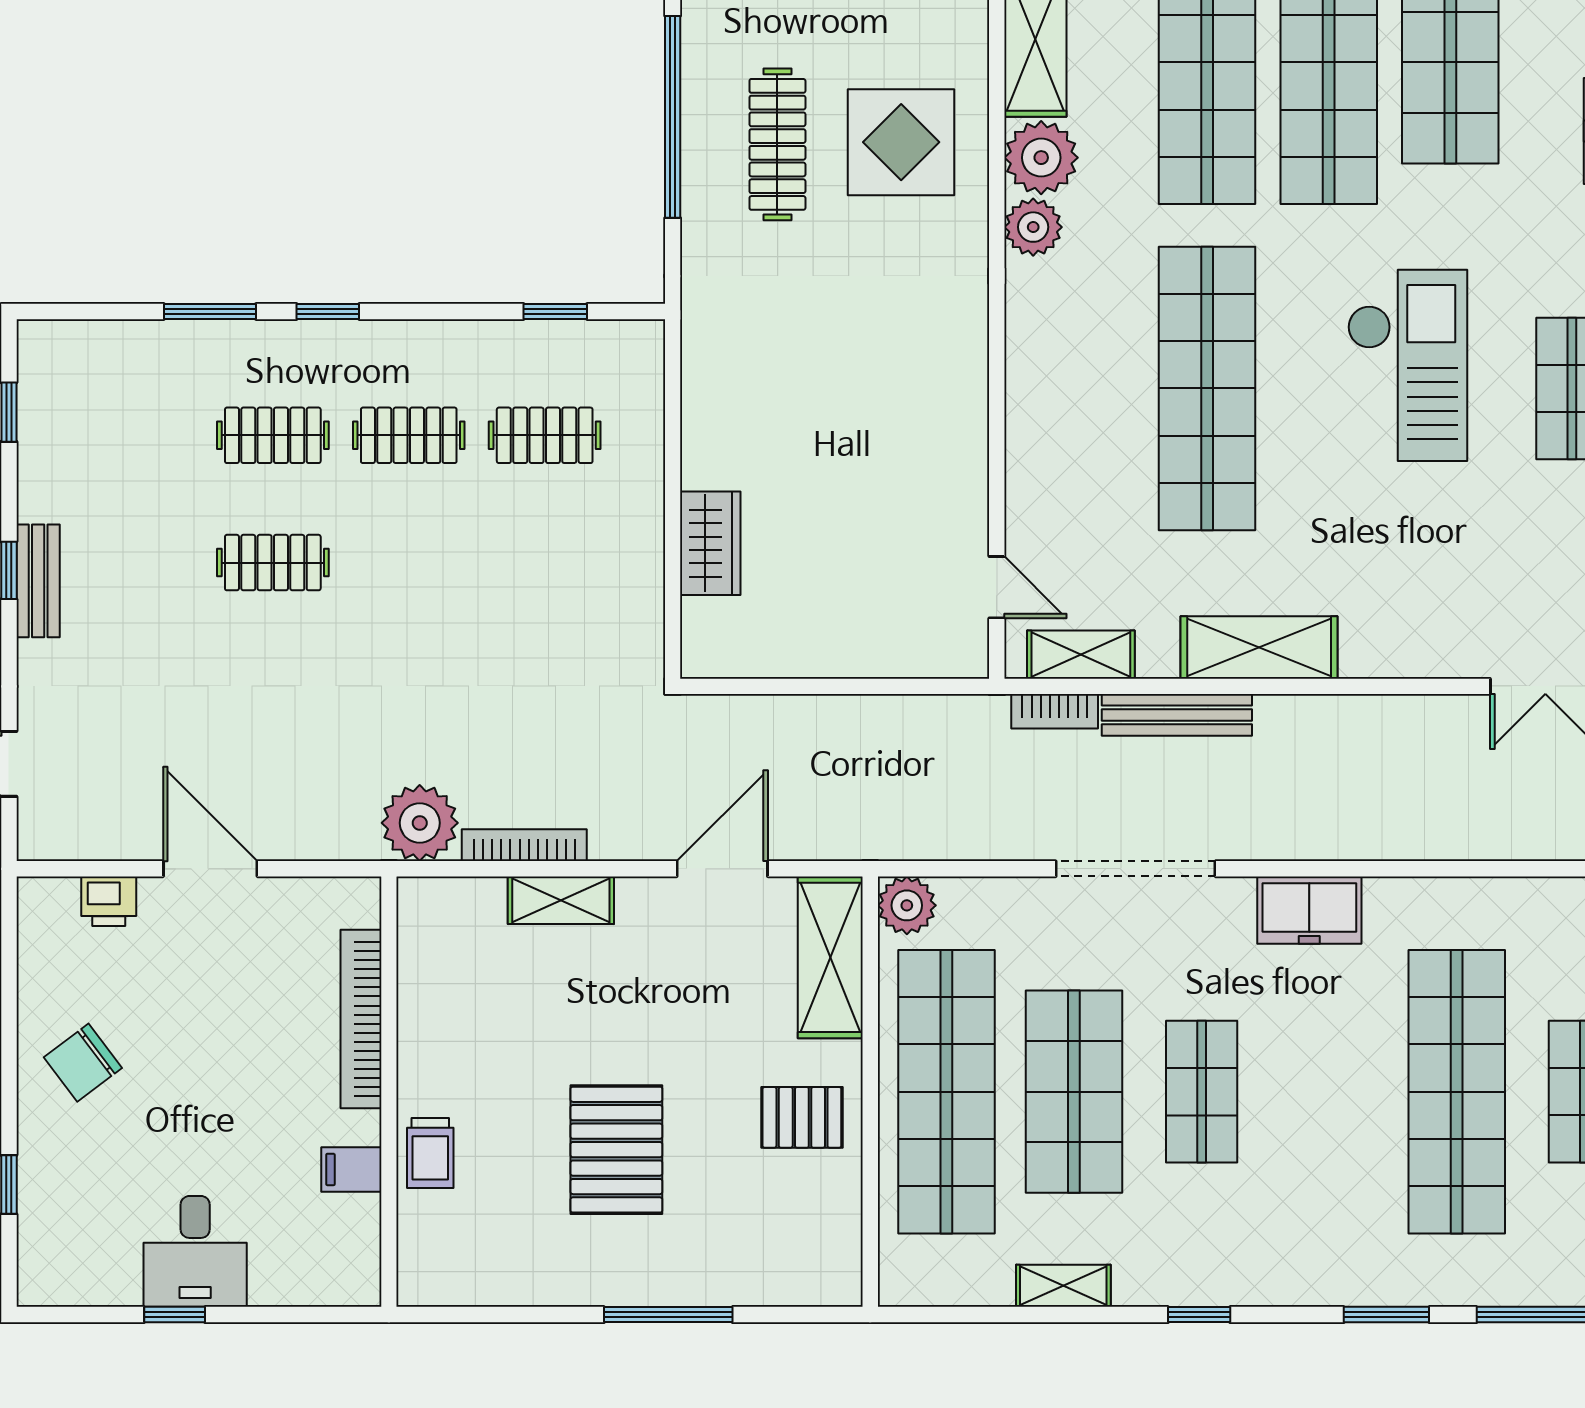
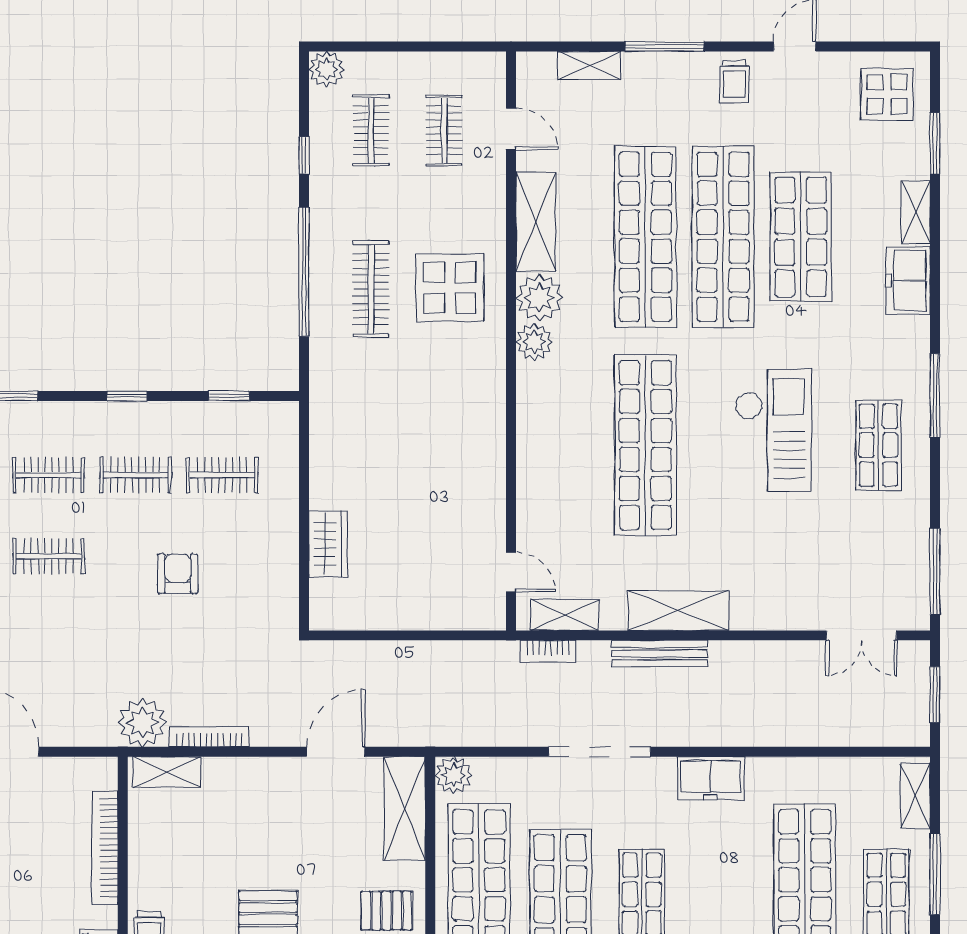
window: (328, 311) -> (127, 396), moved
armchair: (475, 590) -> (178, 574), added
bench: (1177, 715) -> (660, 654), moved
shelving: (561, 900) -> (167, 772), moved

